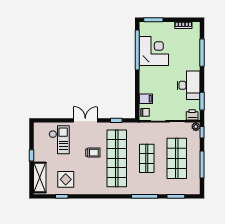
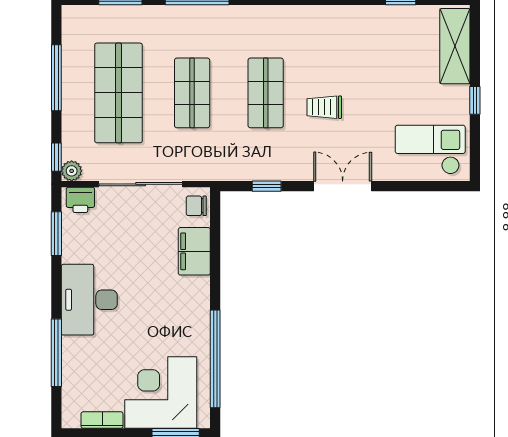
corner desk: (154, 51) -> (161, 393), moved, turned 90
desk: (189, 85) -> (89, 300), moved
filing cabinet: (146, 99) -> (194, 251), width x2.00
double door: (85, 120) -> (343, 186), swing flipped
checkout: (59, 140) -> (430, 150), moved, turned 90
shop shelf: (117, 158) -> (266, 93), width x0.50, depth x0.74
display table: (66, 179) -> (391, 41), removed

